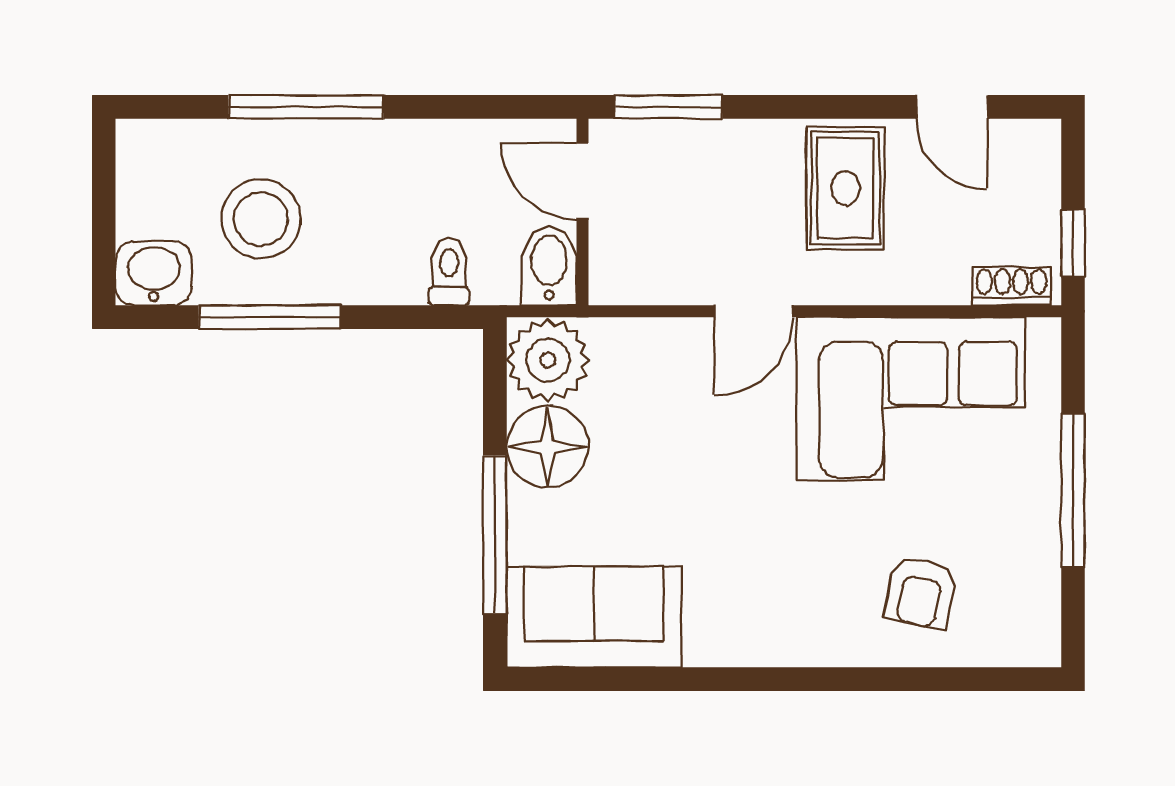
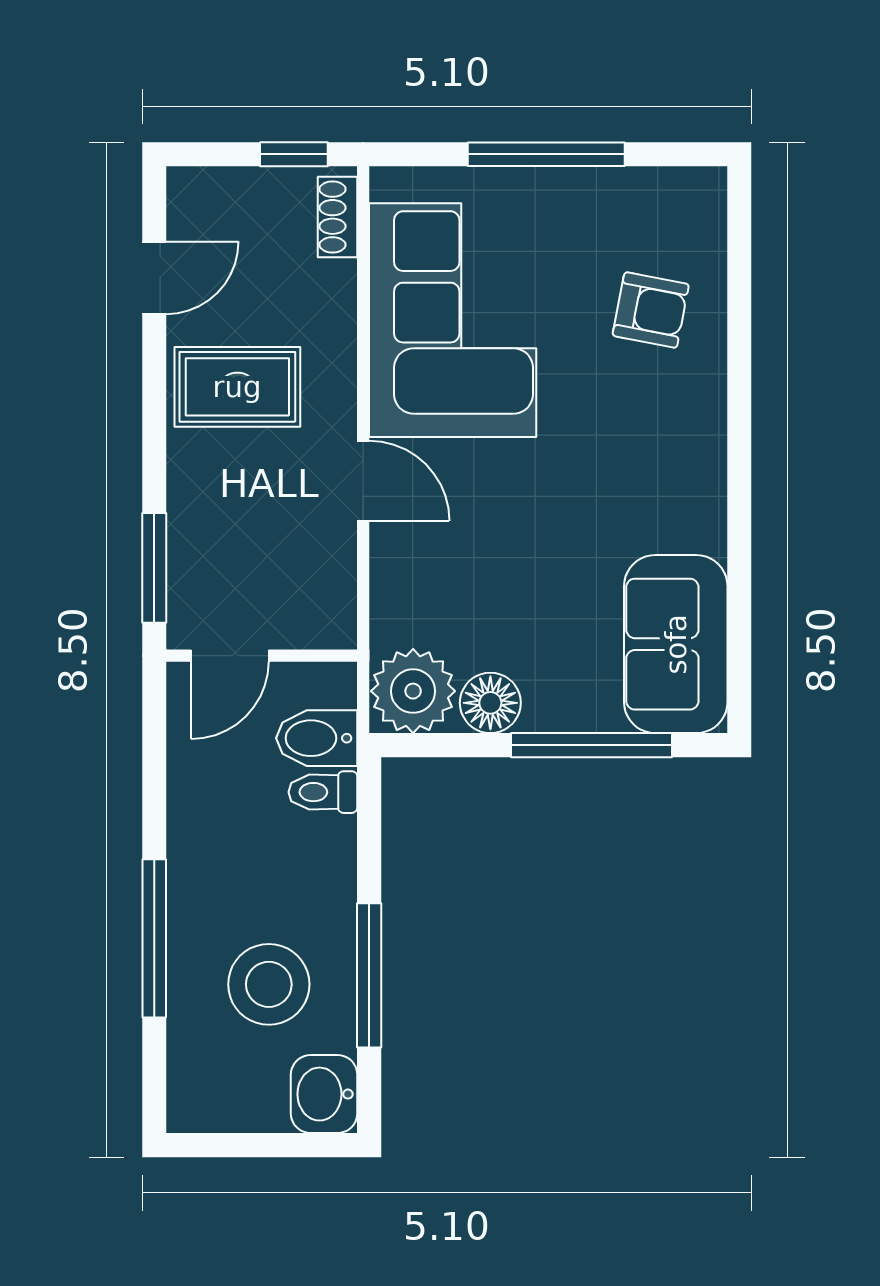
bidet: (549, 266) -> (317, 738), moved
floor lamp: (547, 447) -> (490, 703), width x0.73, depth x0.73

